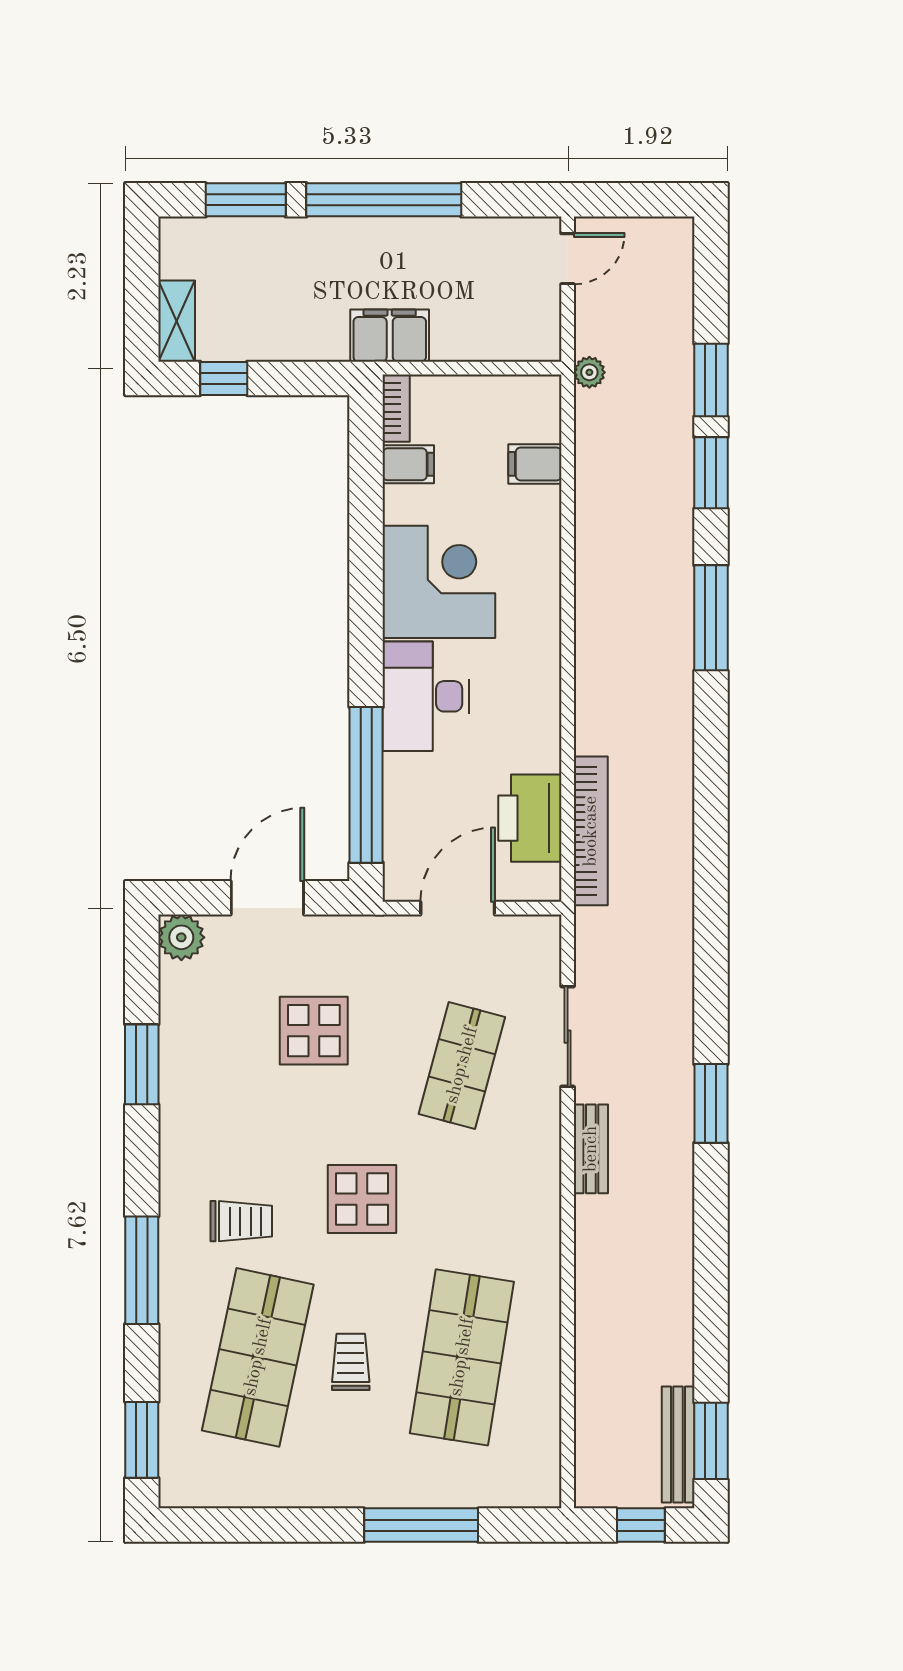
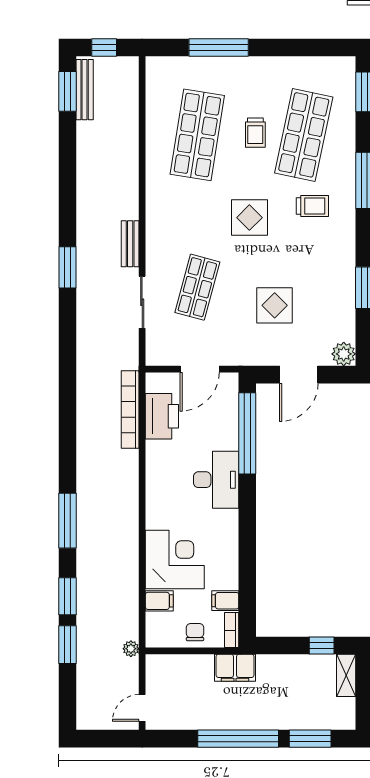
chair: (466, 404) -> (195, 632), added
corner desk: (439, 582) -> (175, 559), moved, turned 180
trolley: (241, 1221) -> (312, 206), turned 180

